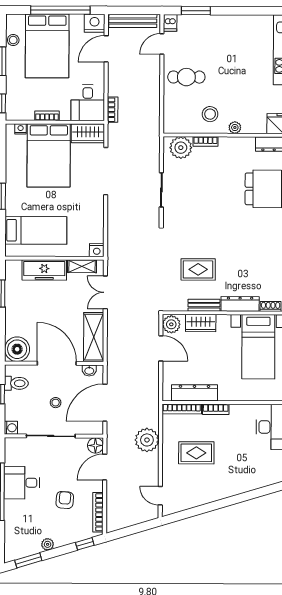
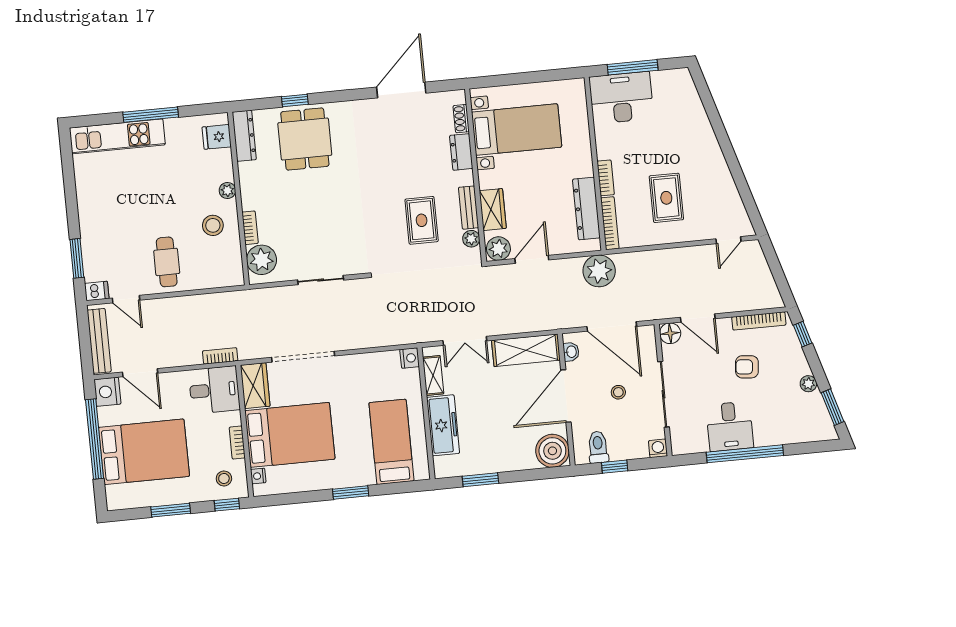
stool: (13, 40) -> (224, 478), moved
dresser: (240, 304) -> (461, 152), width x0.70
plant: (181, 305) -> (471, 239), added
plant: (147, 440) -> (599, 271), moved

